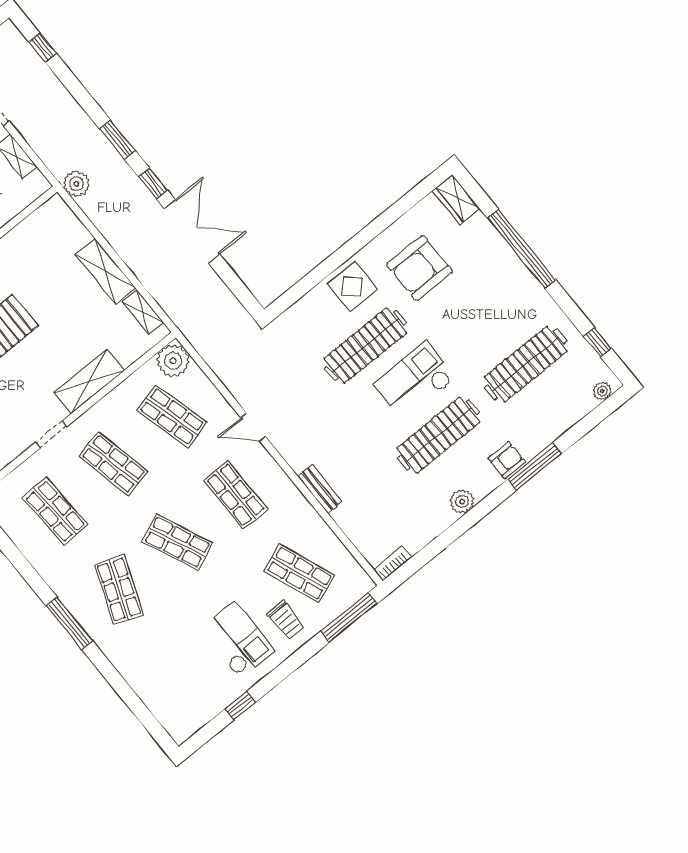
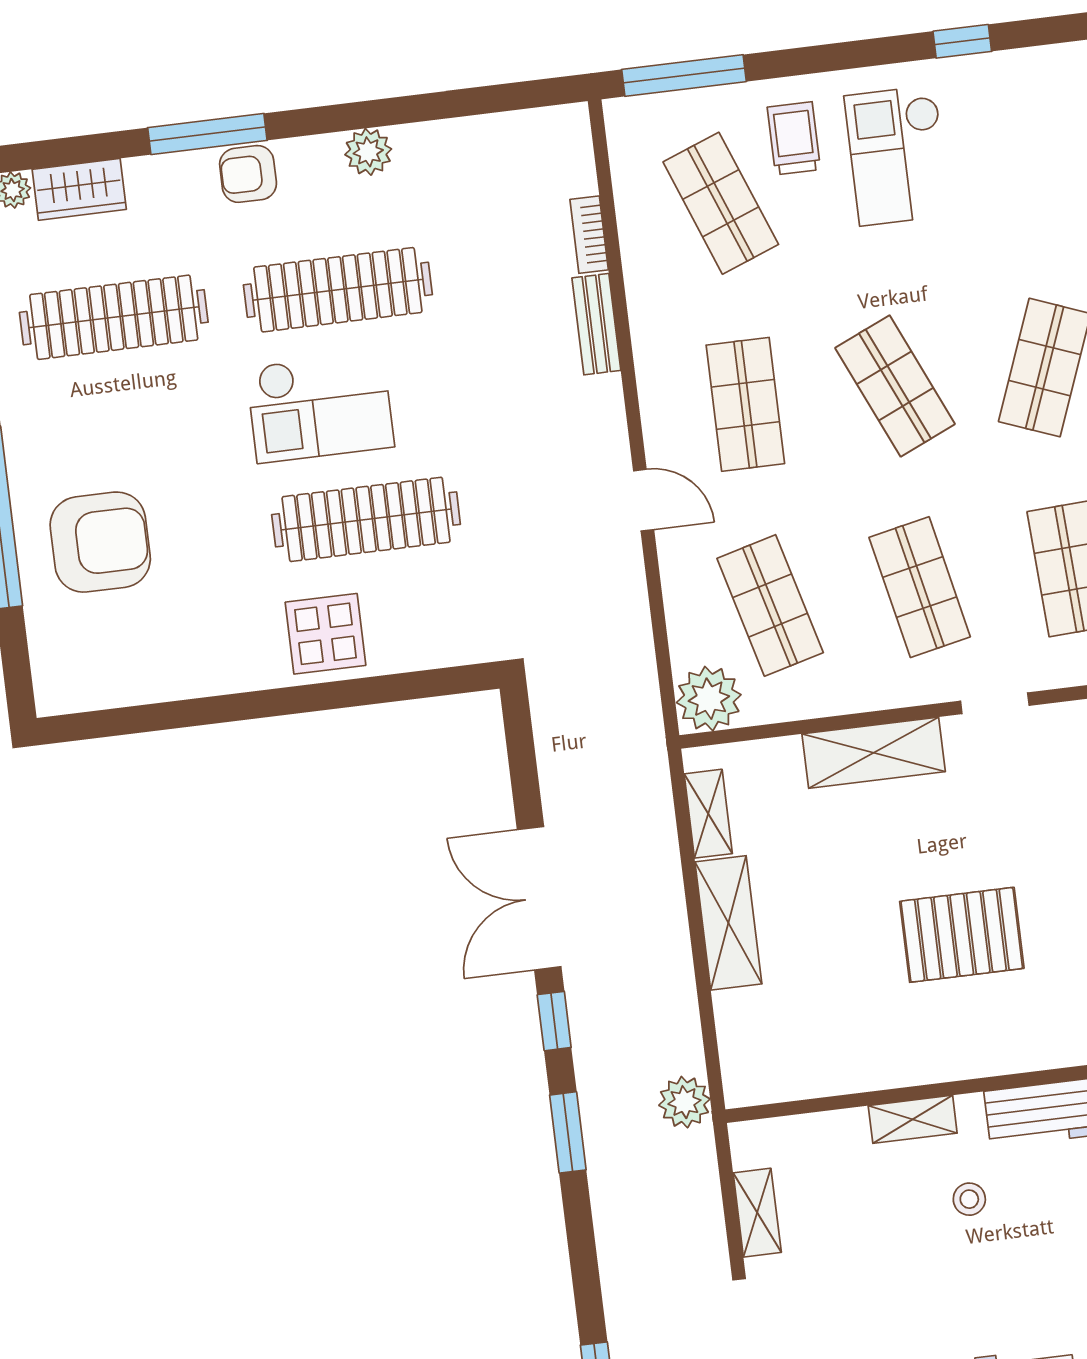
wardrobe: (456, 200) -> (79, 189), moved, turned 90
armchair: (420, 268) -> (100, 542), moved
bookcase: (392, 564) -> (589, 235), moved, turned 90

